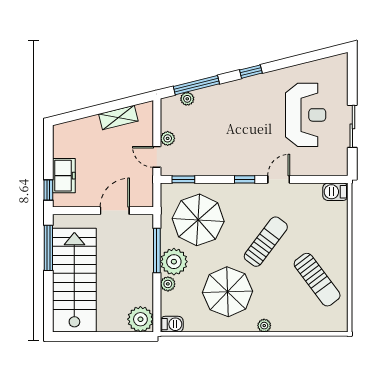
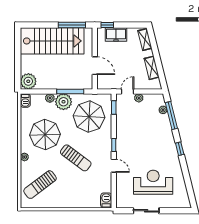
reception desk: (306, 115) -> (153, 182), turned 180
shelving: (72, 128) -> (145, 40), added
sun lounger: (317, 280) -> (40, 185), moved

